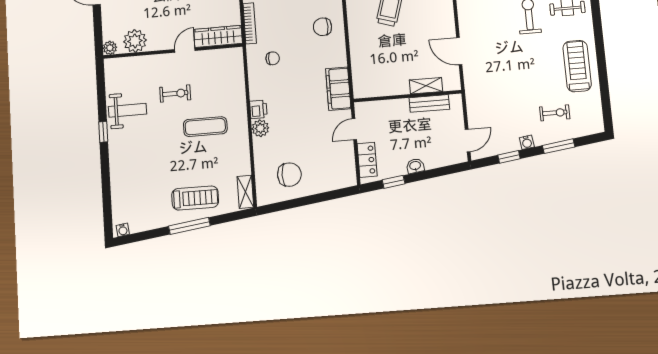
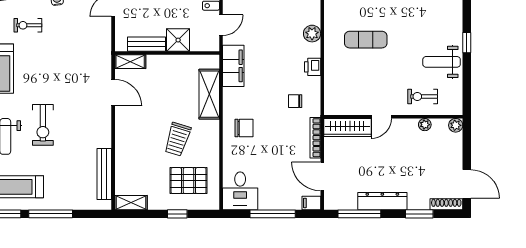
plant: (135, 41) -> (425, 125), width x0.53, depth x0.53
shelving: (361, 58) -> (209, 94), added
shelving: (426, 86) -> (130, 62), moved
exercise bike: (175, 94) -> (423, 97), moved
printer: (258, 109) -> (313, 67), moved
shower: (397, 110) -> (178, 40), added

